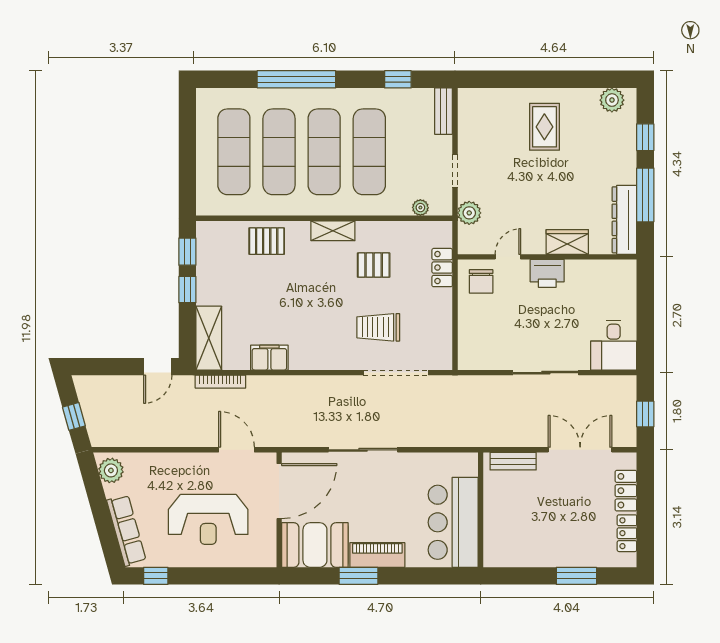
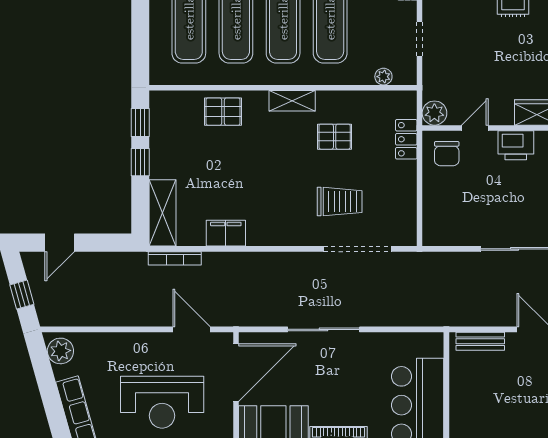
plant: (469, 213) -> (434, 113), moved
trolley: (378, 327) -> (340, 202), turned 180
door: (158, 367) -> (60, 243), moved

